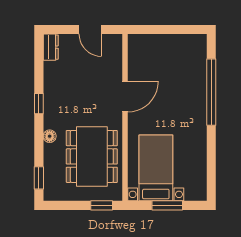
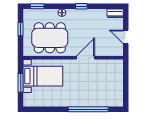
door: (90, 29) -> (126, 37), hinge flipped
door: (125, 97) -> (85, 58), swing flipped
window: (102, 205) -> (21, 29), moved

